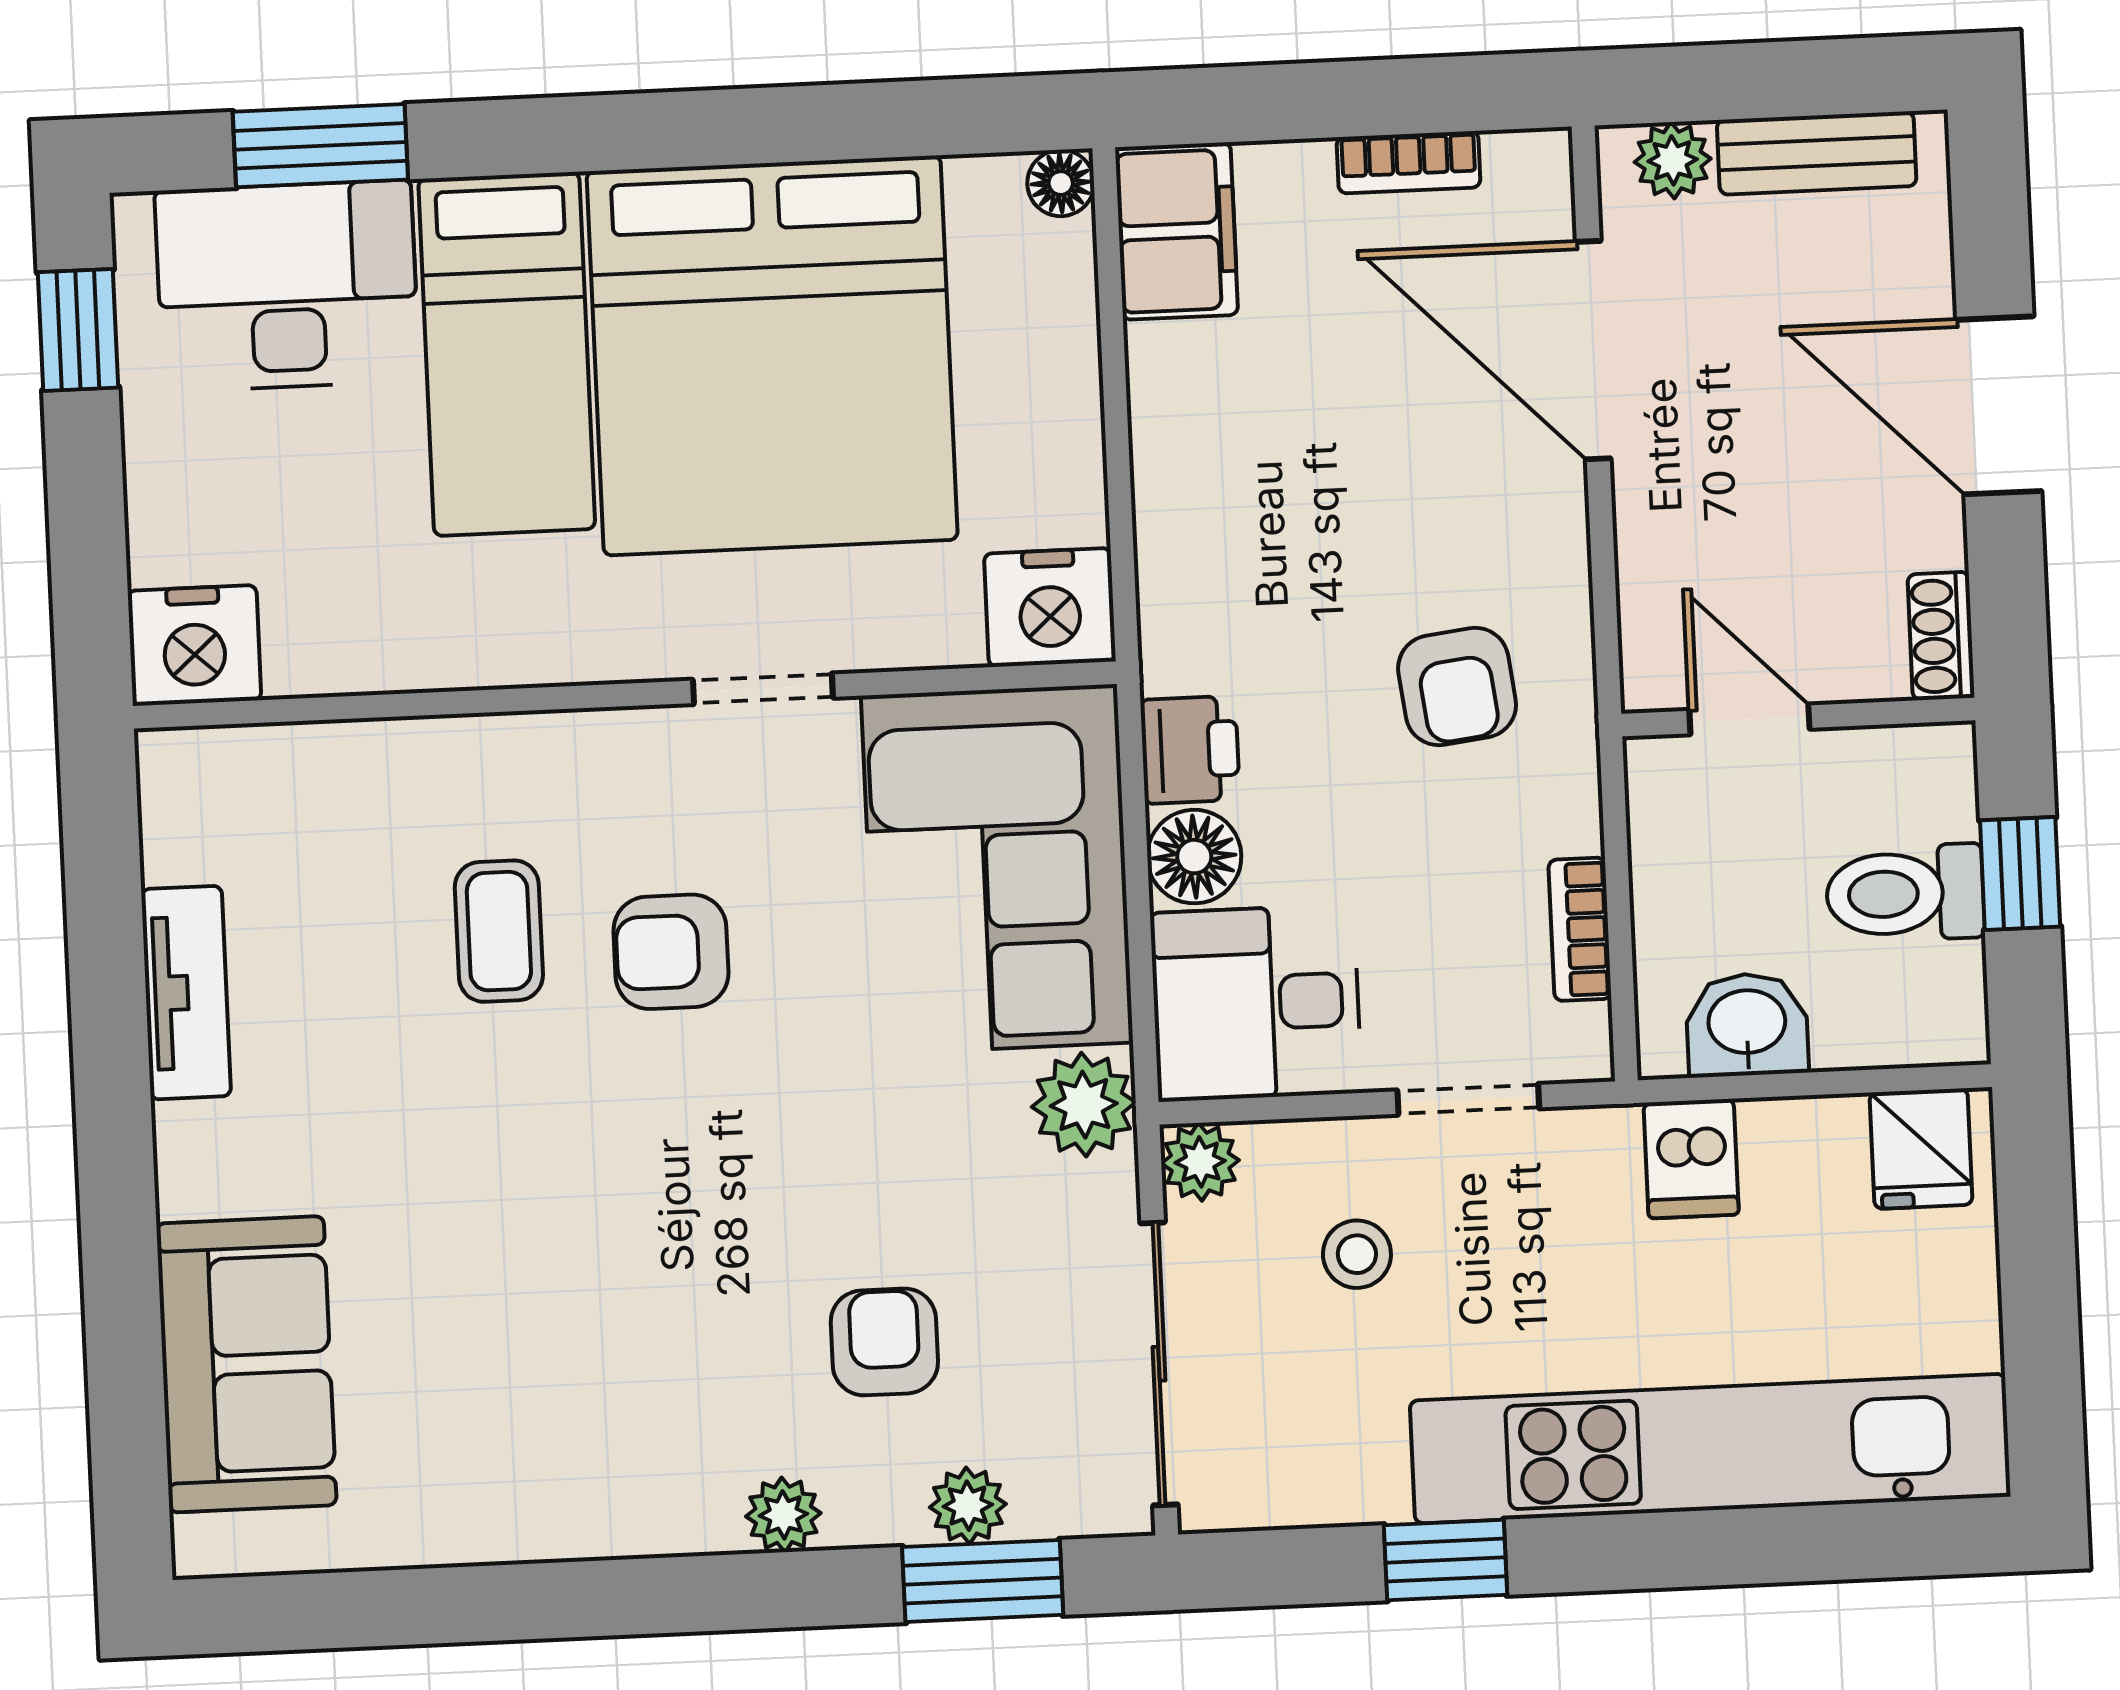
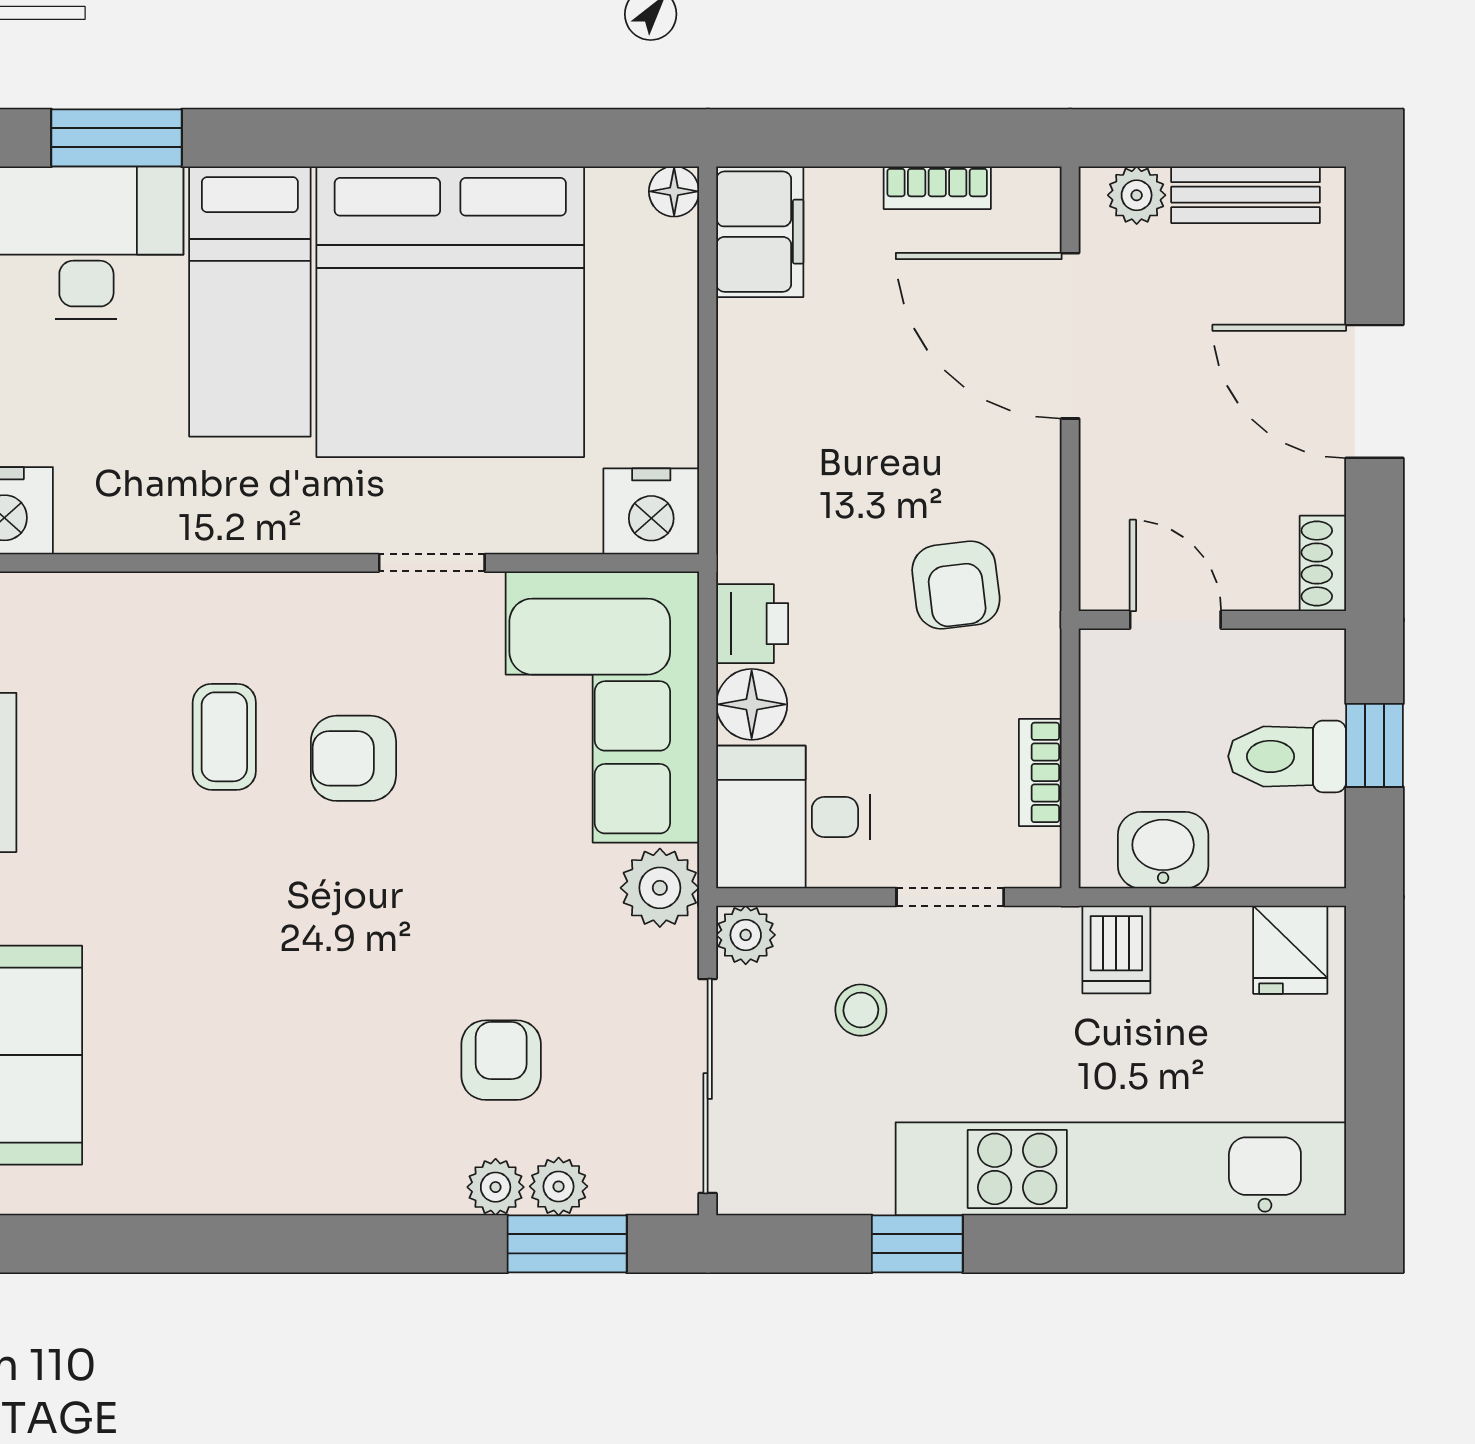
plant: (783, 1515) -> (496, 1187), moved

